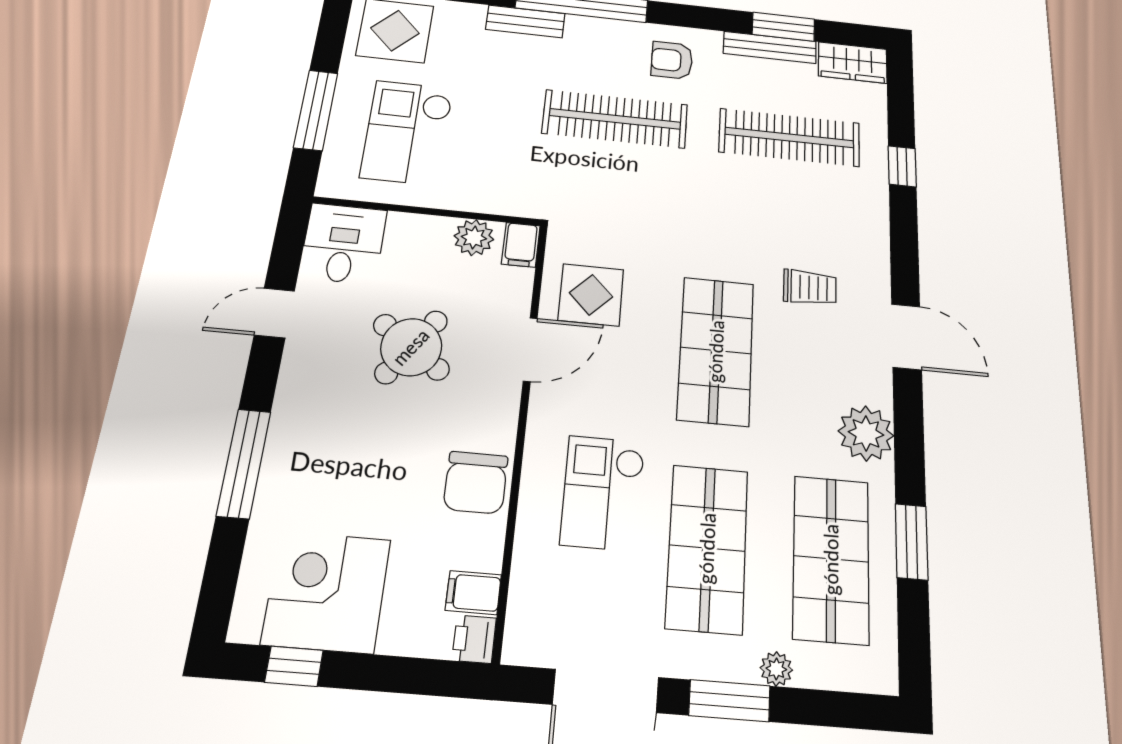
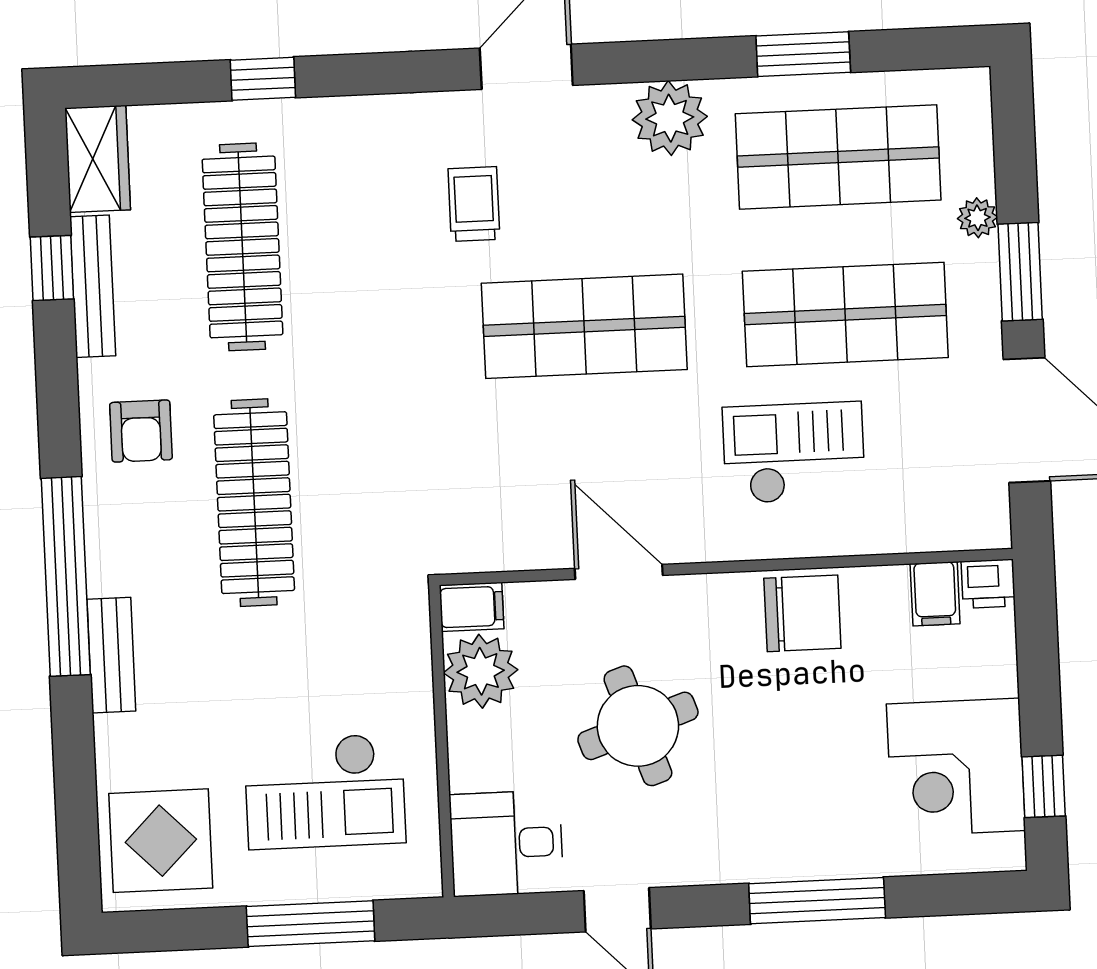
window: (783, 27) -> (52, 268), width x0.67
plant: (474, 238) -> (481, 671), width x1.36, depth x1.36
display table: (591, 295) -> (530, 502), removed
round table: (411, 347) -> (638, 726), turned 36
checkout: (603, 493) -> (794, 453), turned 180

